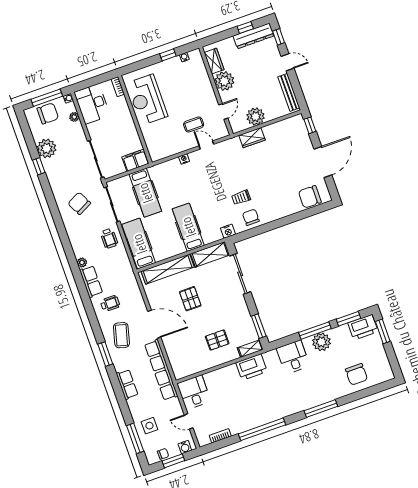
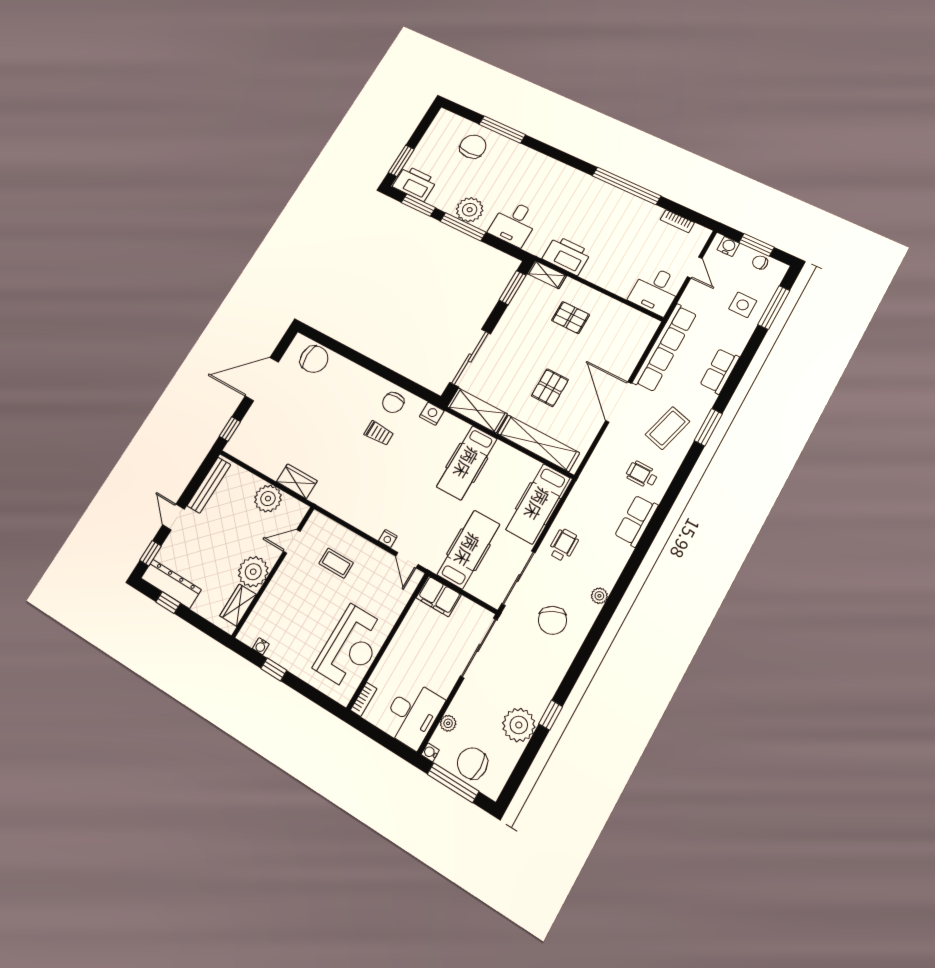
door: (206, 145) -> (407, 560), moved
plant: (82, 262) -> (599, 596), moved
window: (321, 409) -> (502, 130), moved

